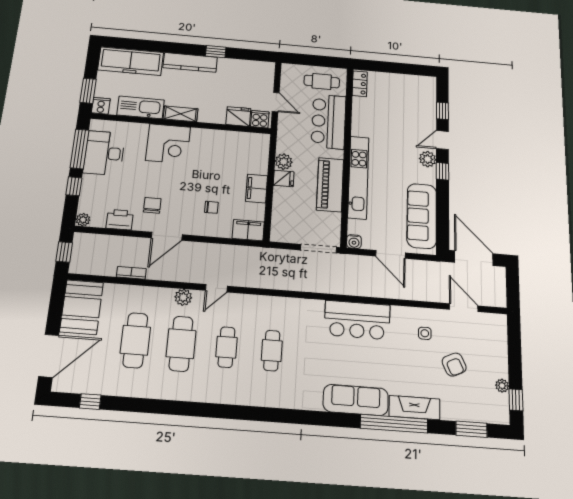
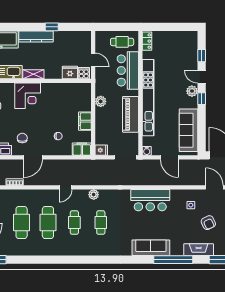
door: (442, 140) -> (202, 77), hinge flipped
kitchen unit: (358, 177) -> (148, 98), width x1.36
fridge: (284, 179) -> (101, 150), moved
plant: (183, 297) -> (94, 195), moved
fireplace: (414, 408) -> (199, 250), moved

